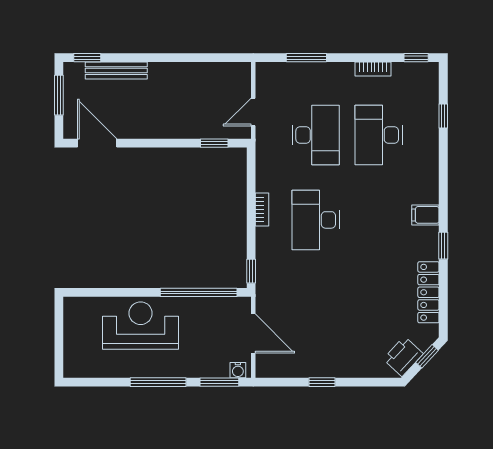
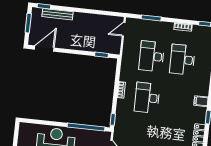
door: (253, 112) -> (124, 29), moved
desk: (316, 135) -> (152, 56), turned 180
door: (97, 143) -> (44, 49), hinge flipped

